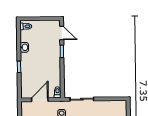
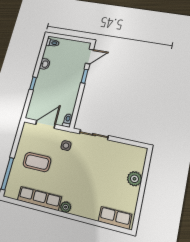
door: (62, 33) -> (90, 57), hinge flipped

